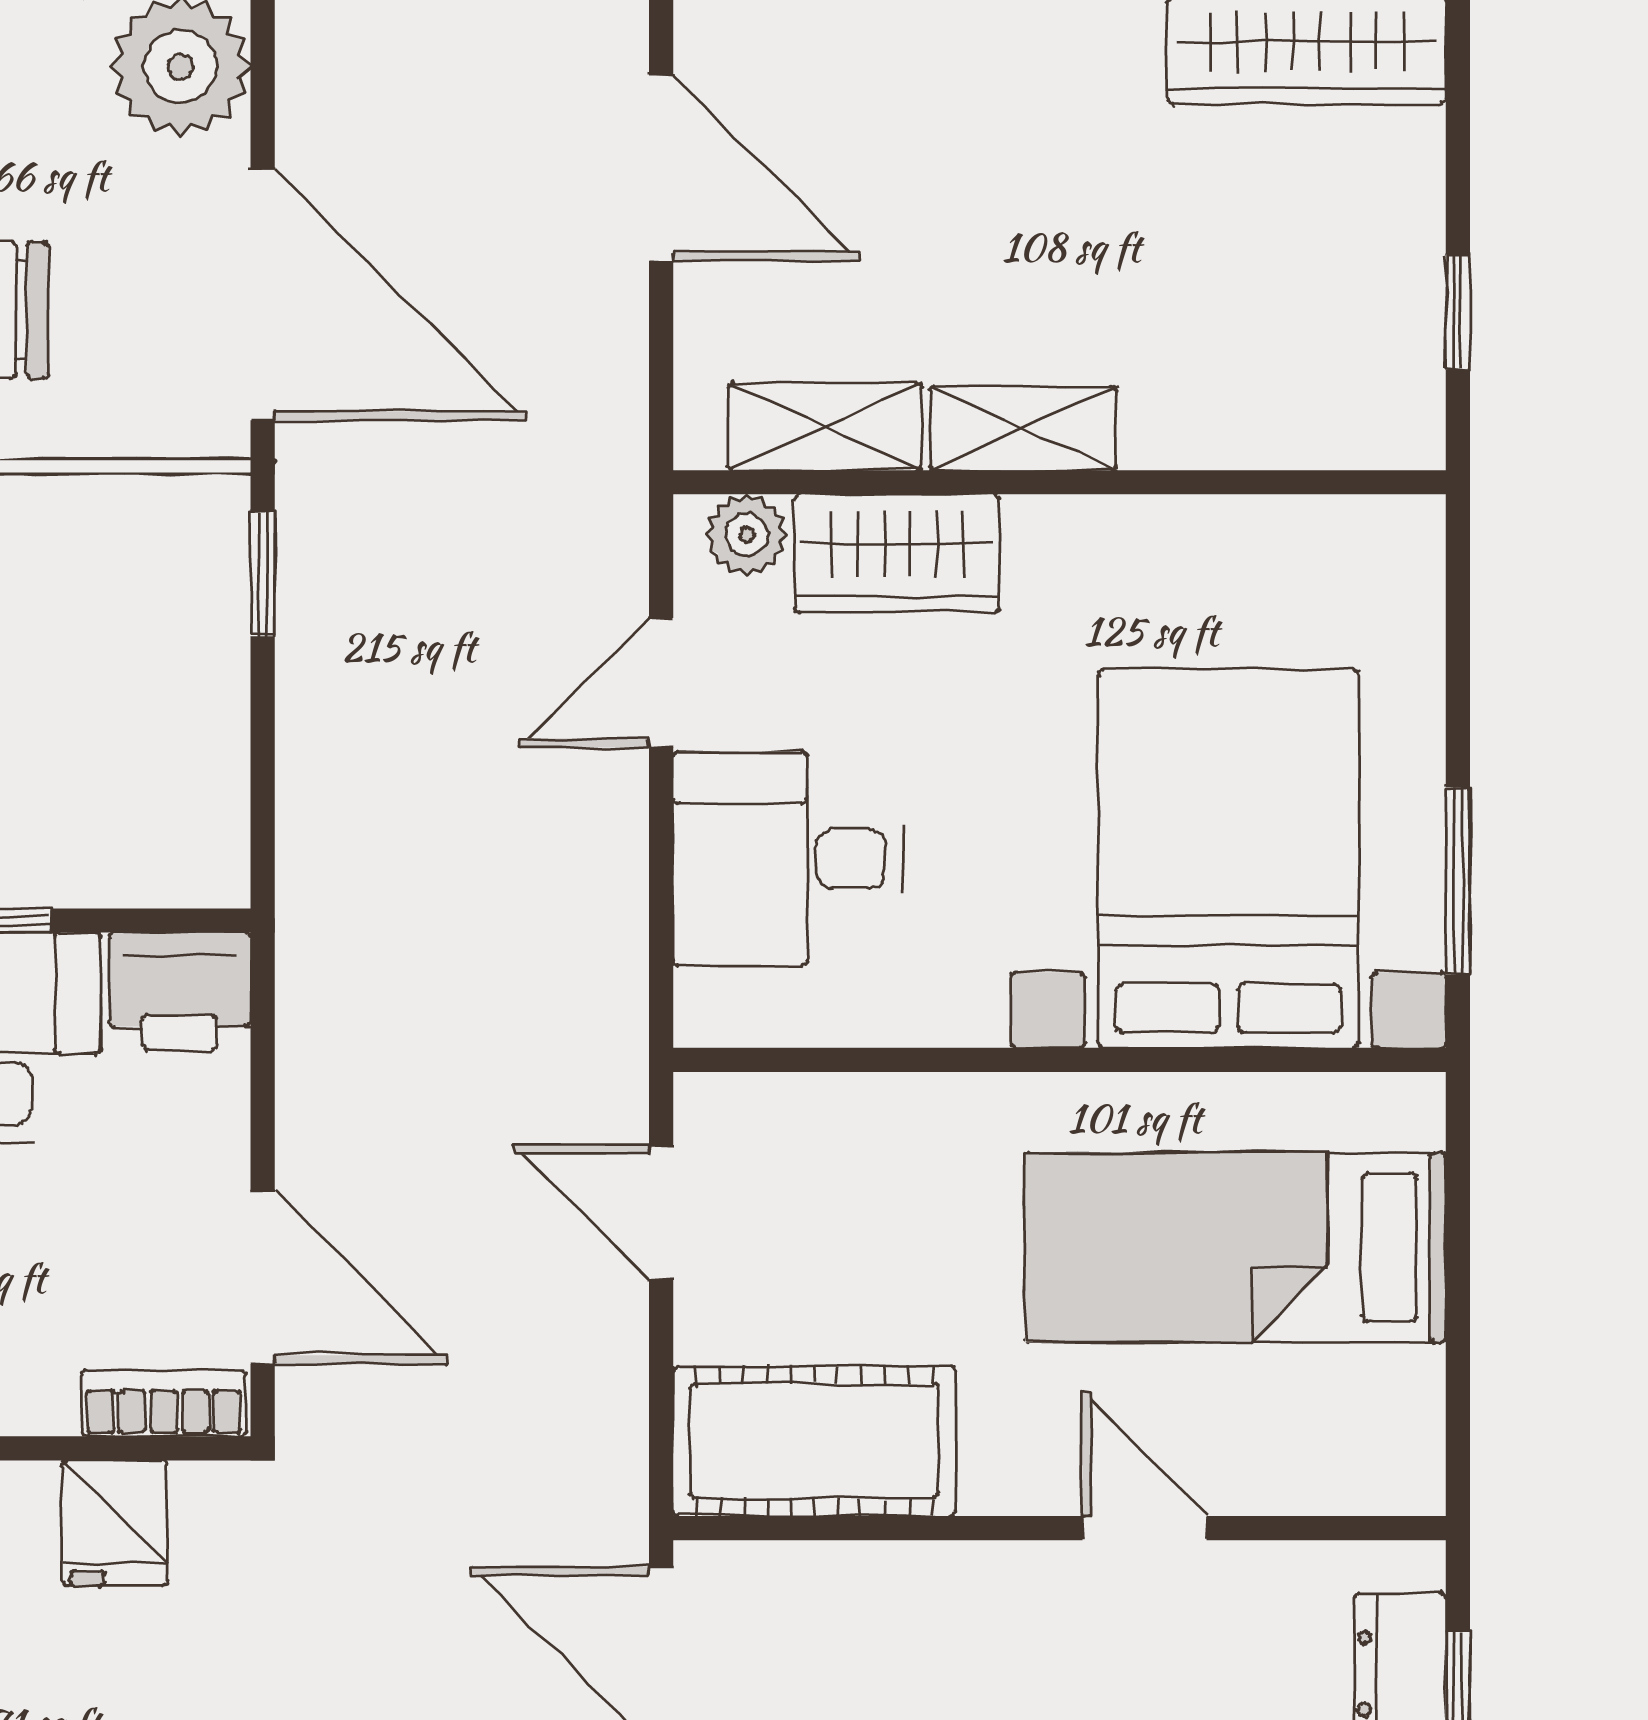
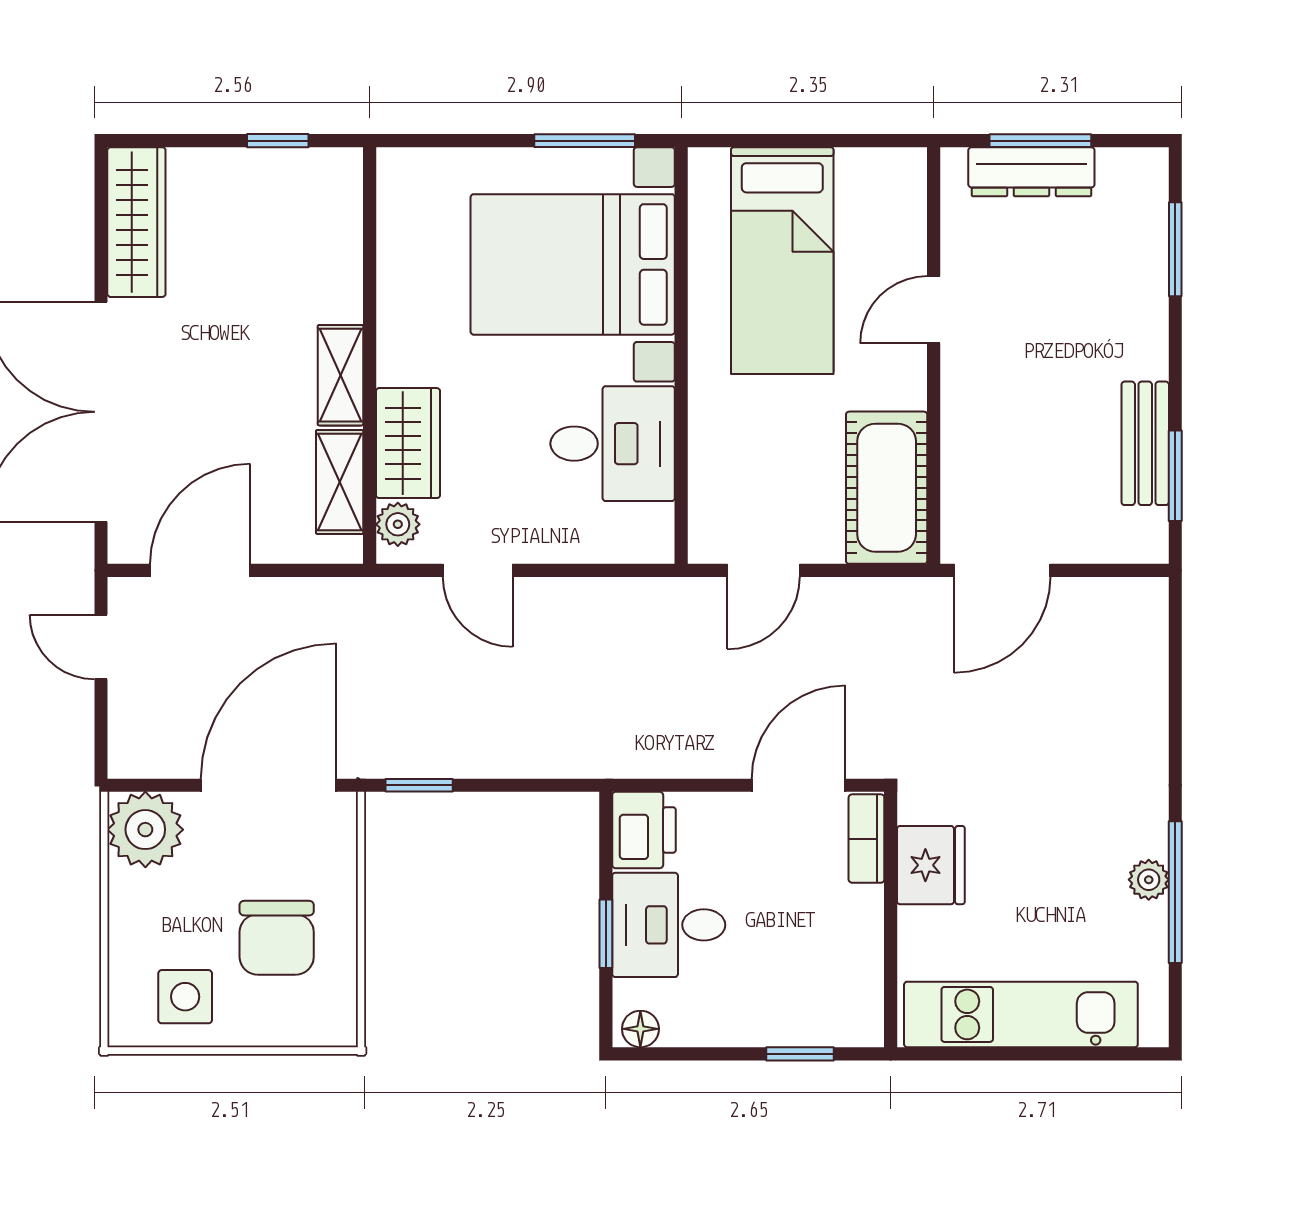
desk: (788, 859) -> (613, 444), moved, turned -90
fridge: (115, 1523) -> (931, 865), width x1.38

